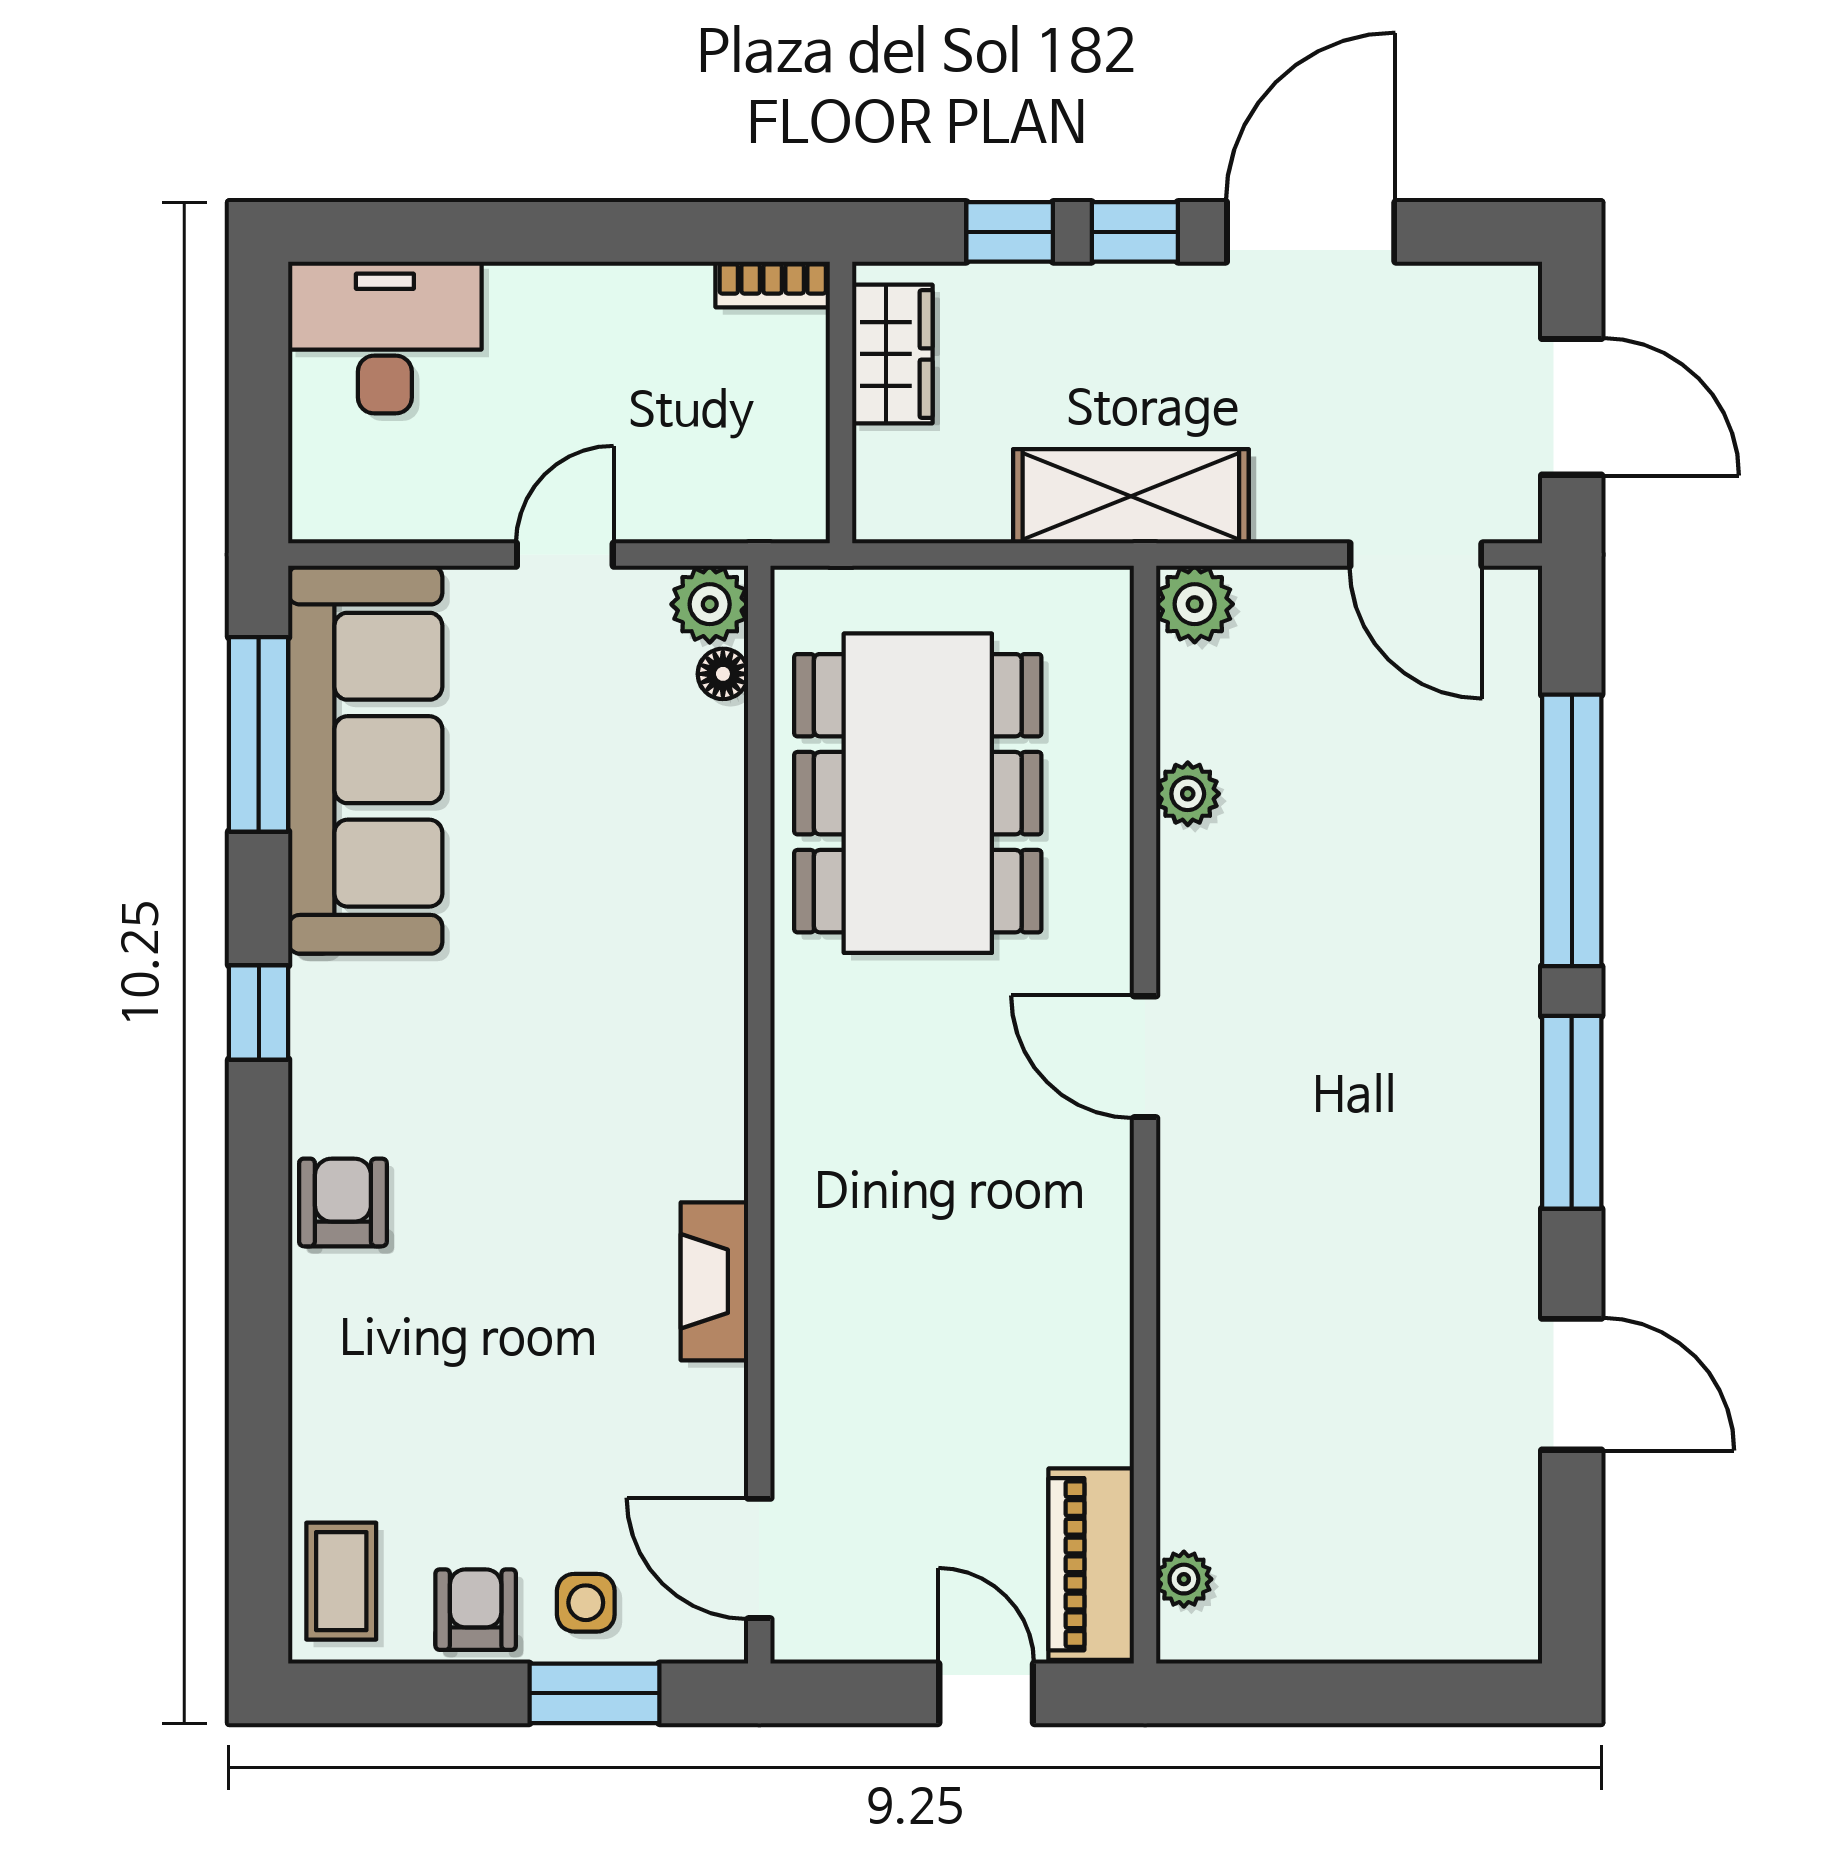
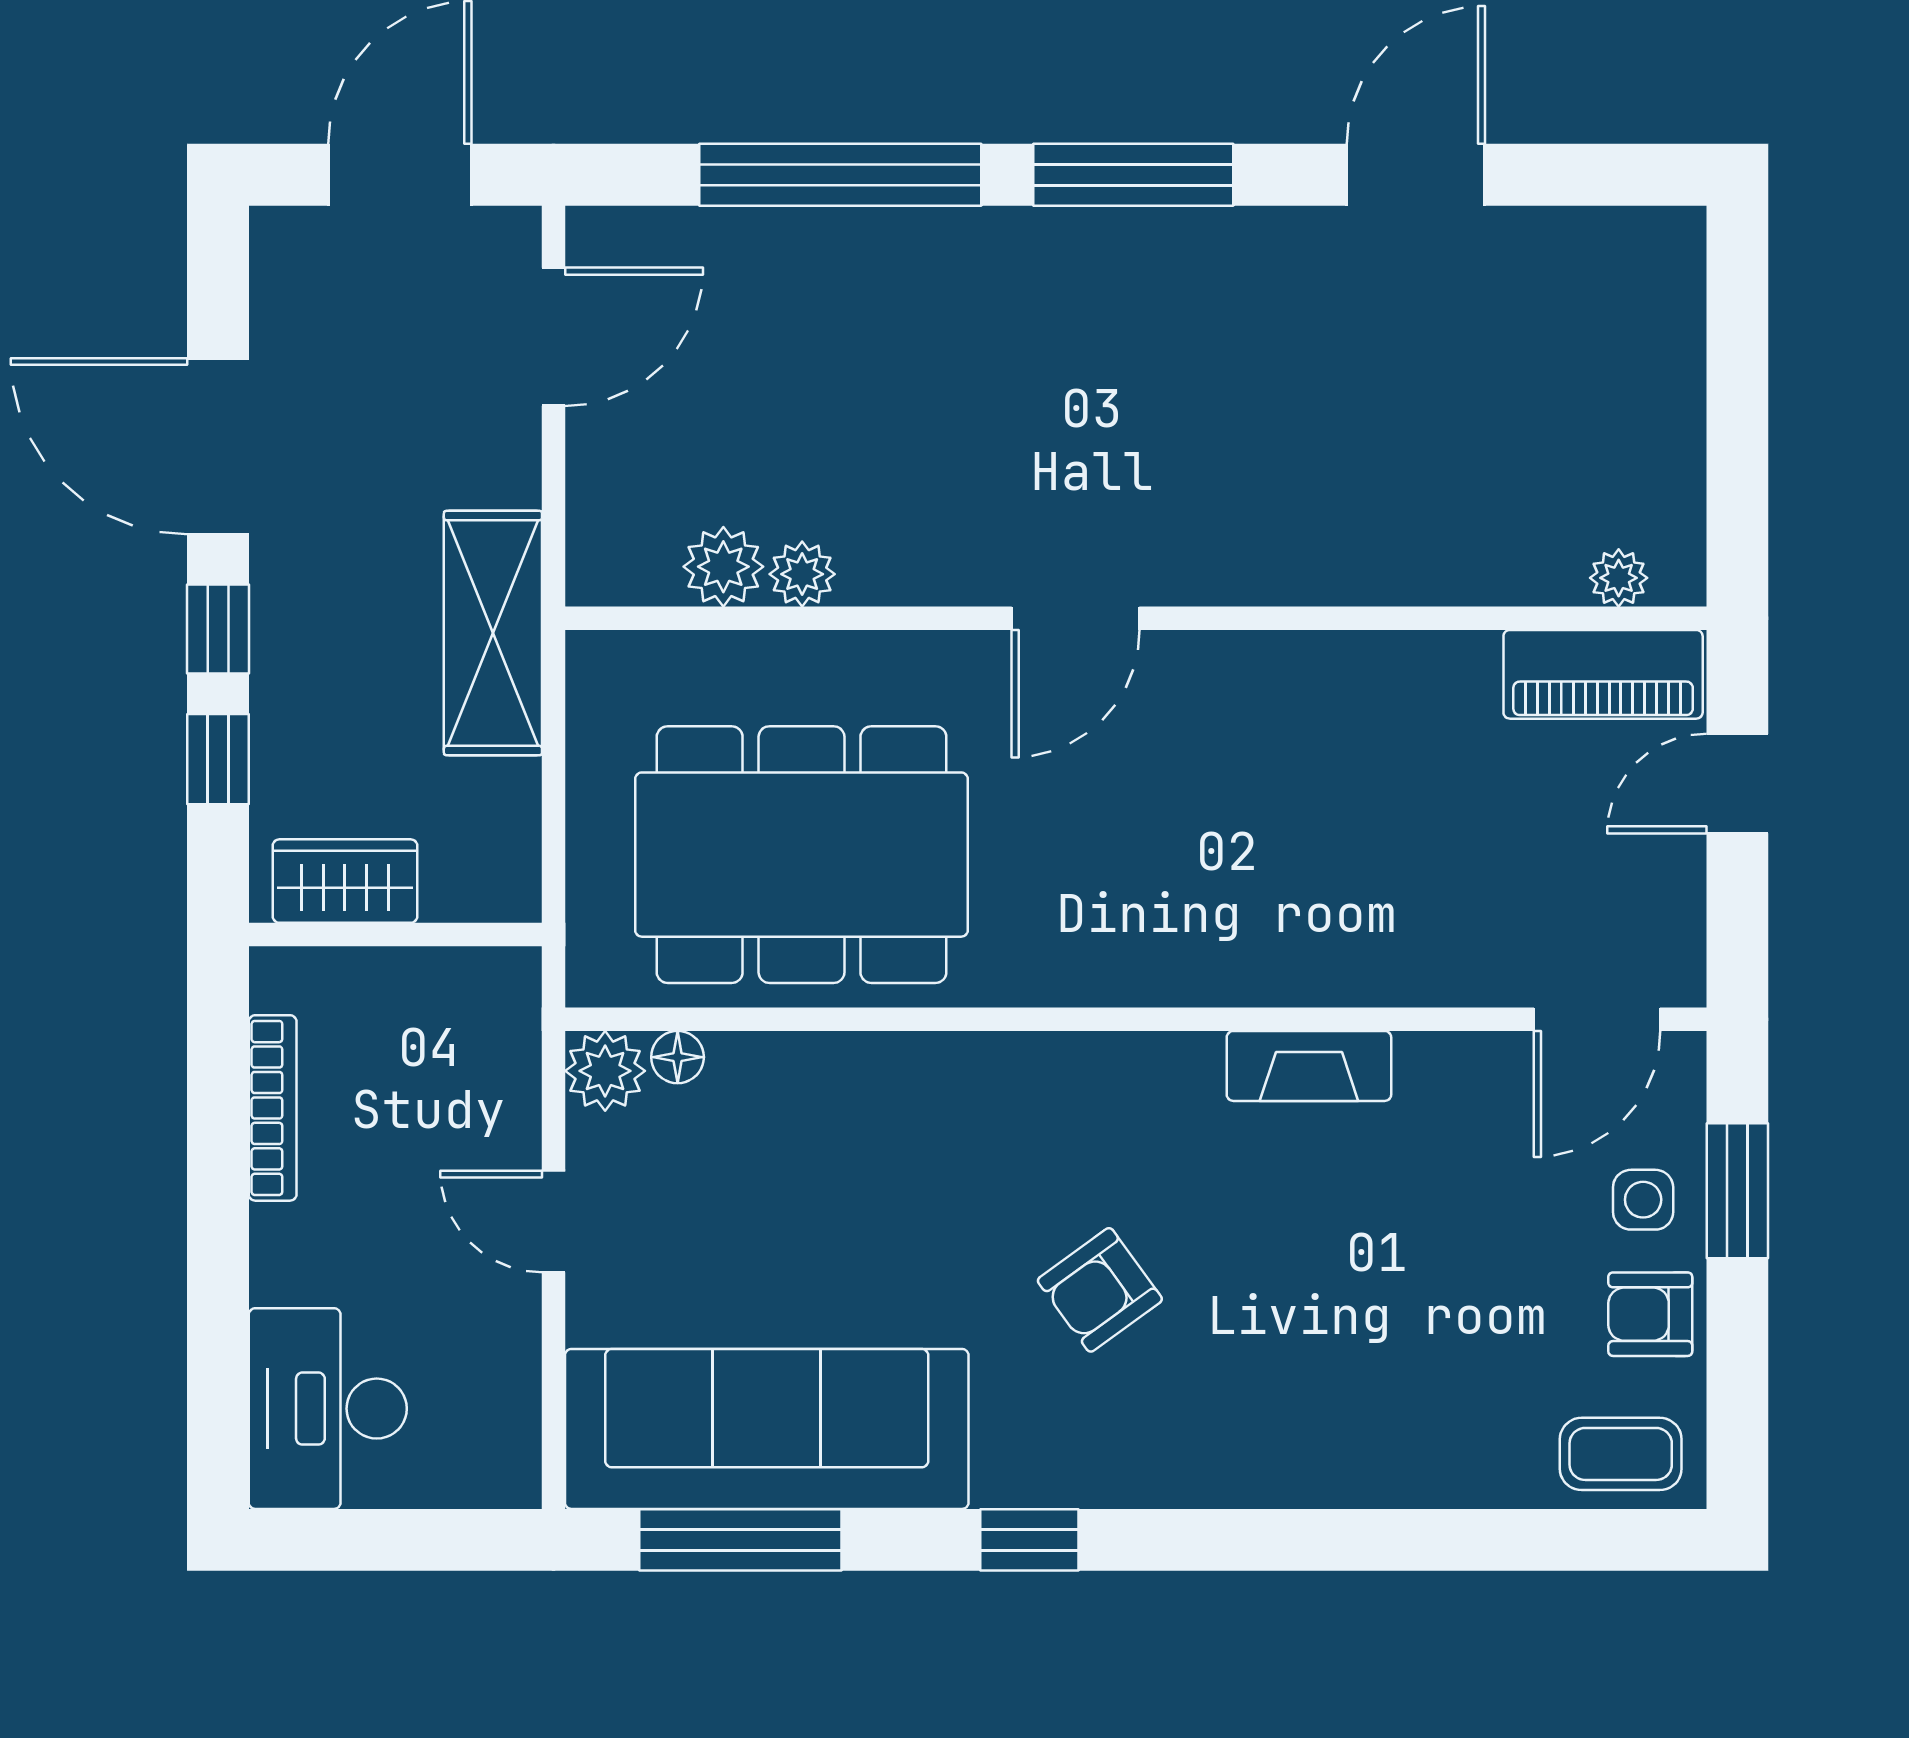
bookcase: (773, 284) -> (273, 1108), moved, width x1.56
plant: (1195, 604) -> (723, 567), moved
armchair: (343, 1202) -> (1100, 1290), moved, turned -36

